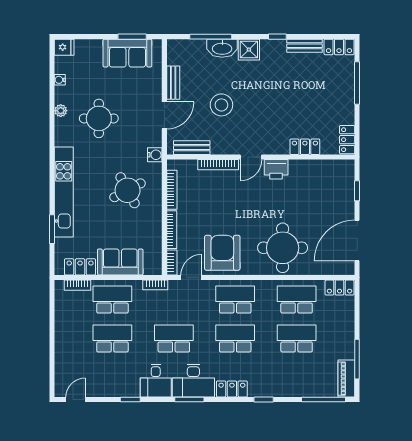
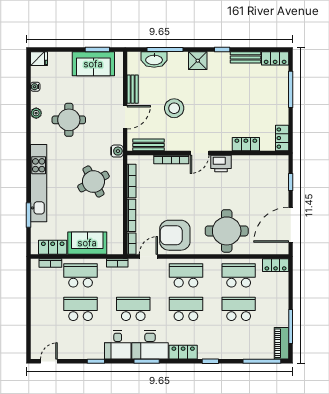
washbasin: (222, 48) -> (154, 60), moved
armchair: (222, 253) -> (175, 235), turned -90

